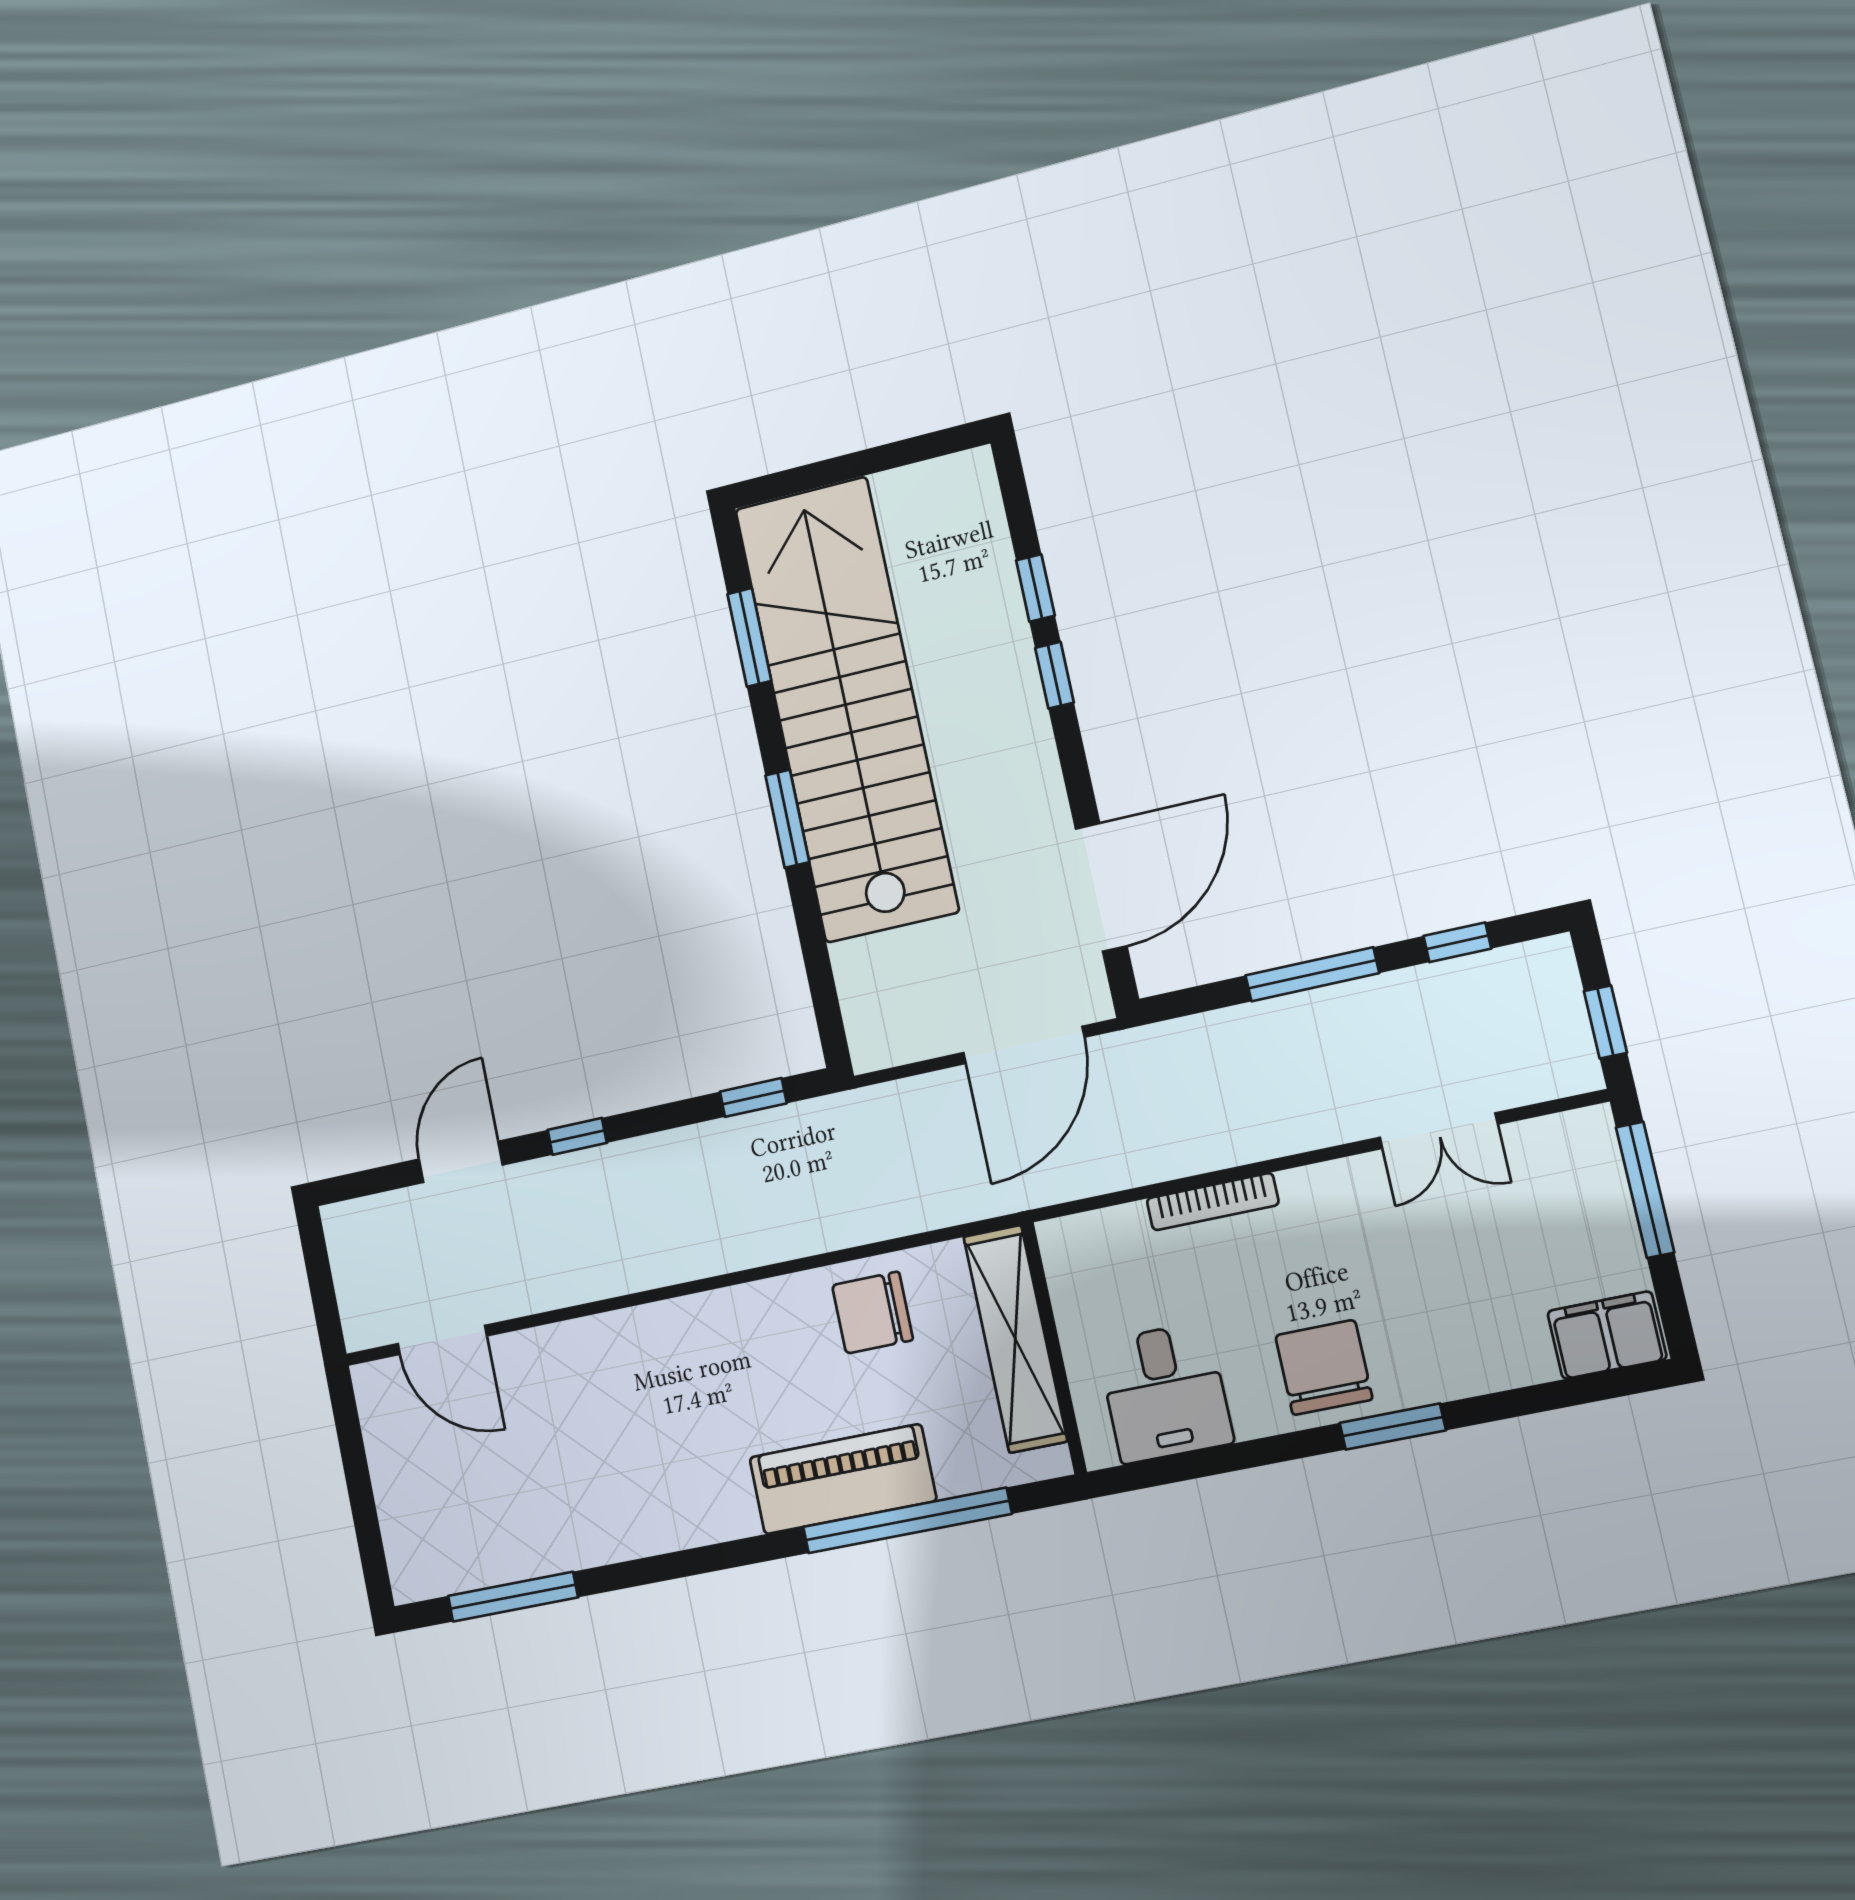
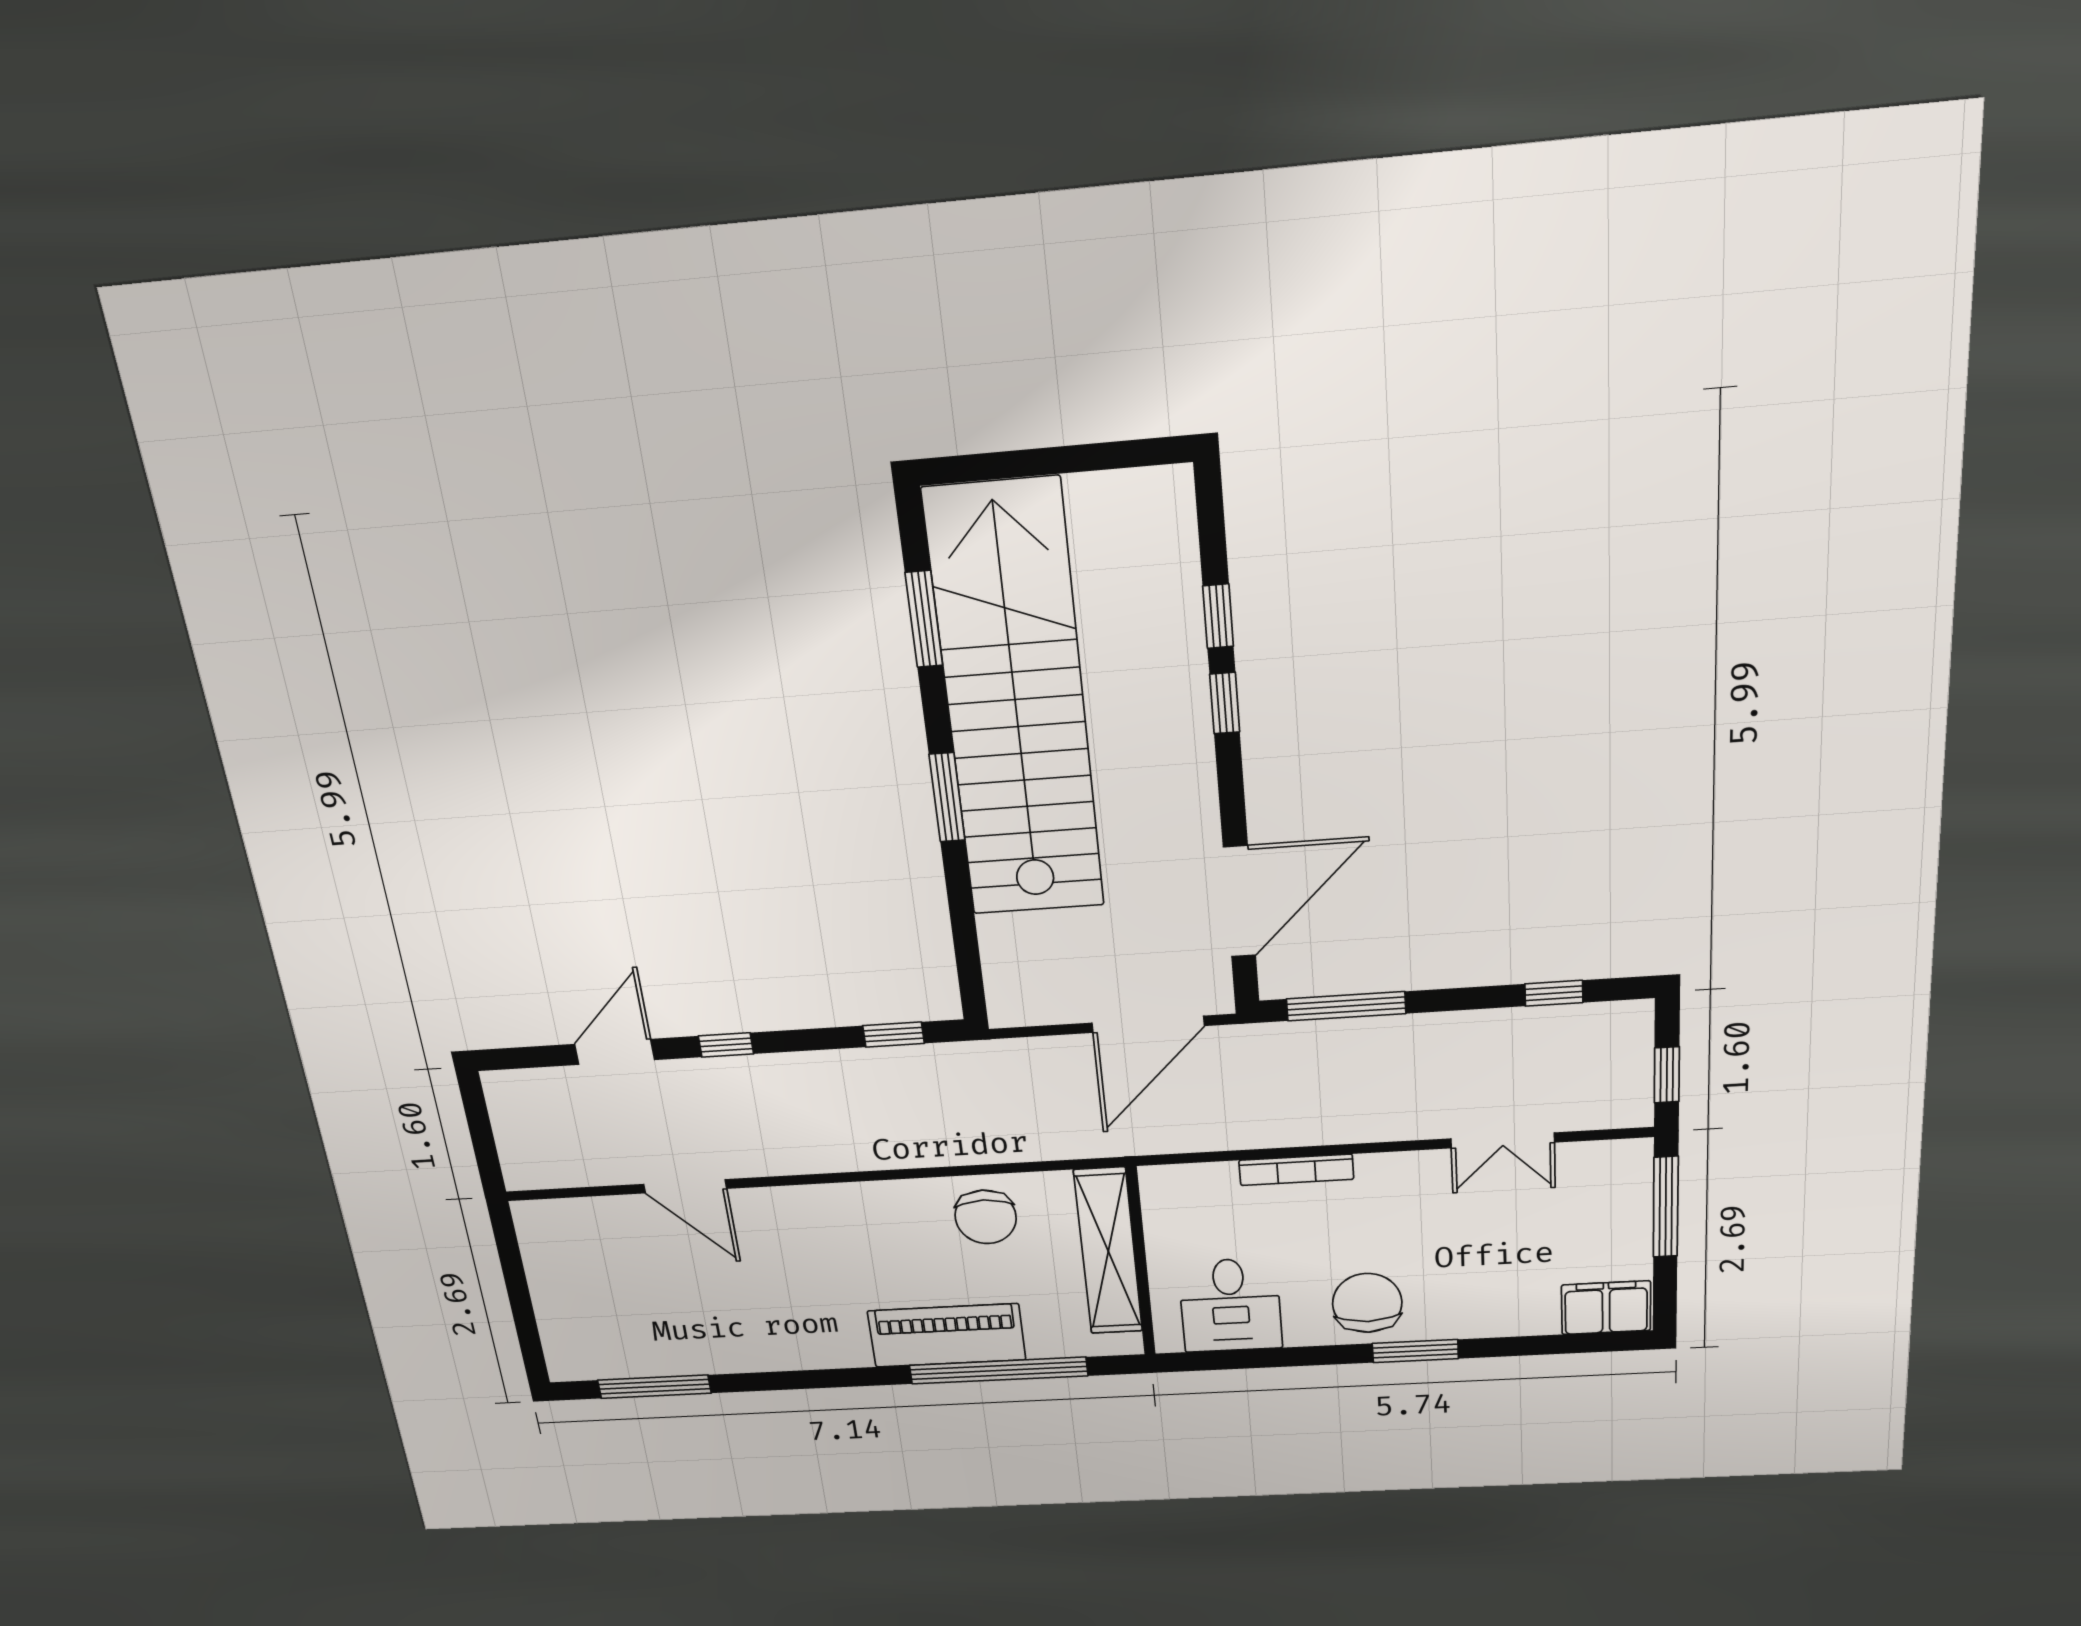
window: (1312, 974) -> (1346, 1006), moved
chair: (873, 1313) -> (986, 1217), turned -90
door: (442, 1340) -> (685, 1186), moved

